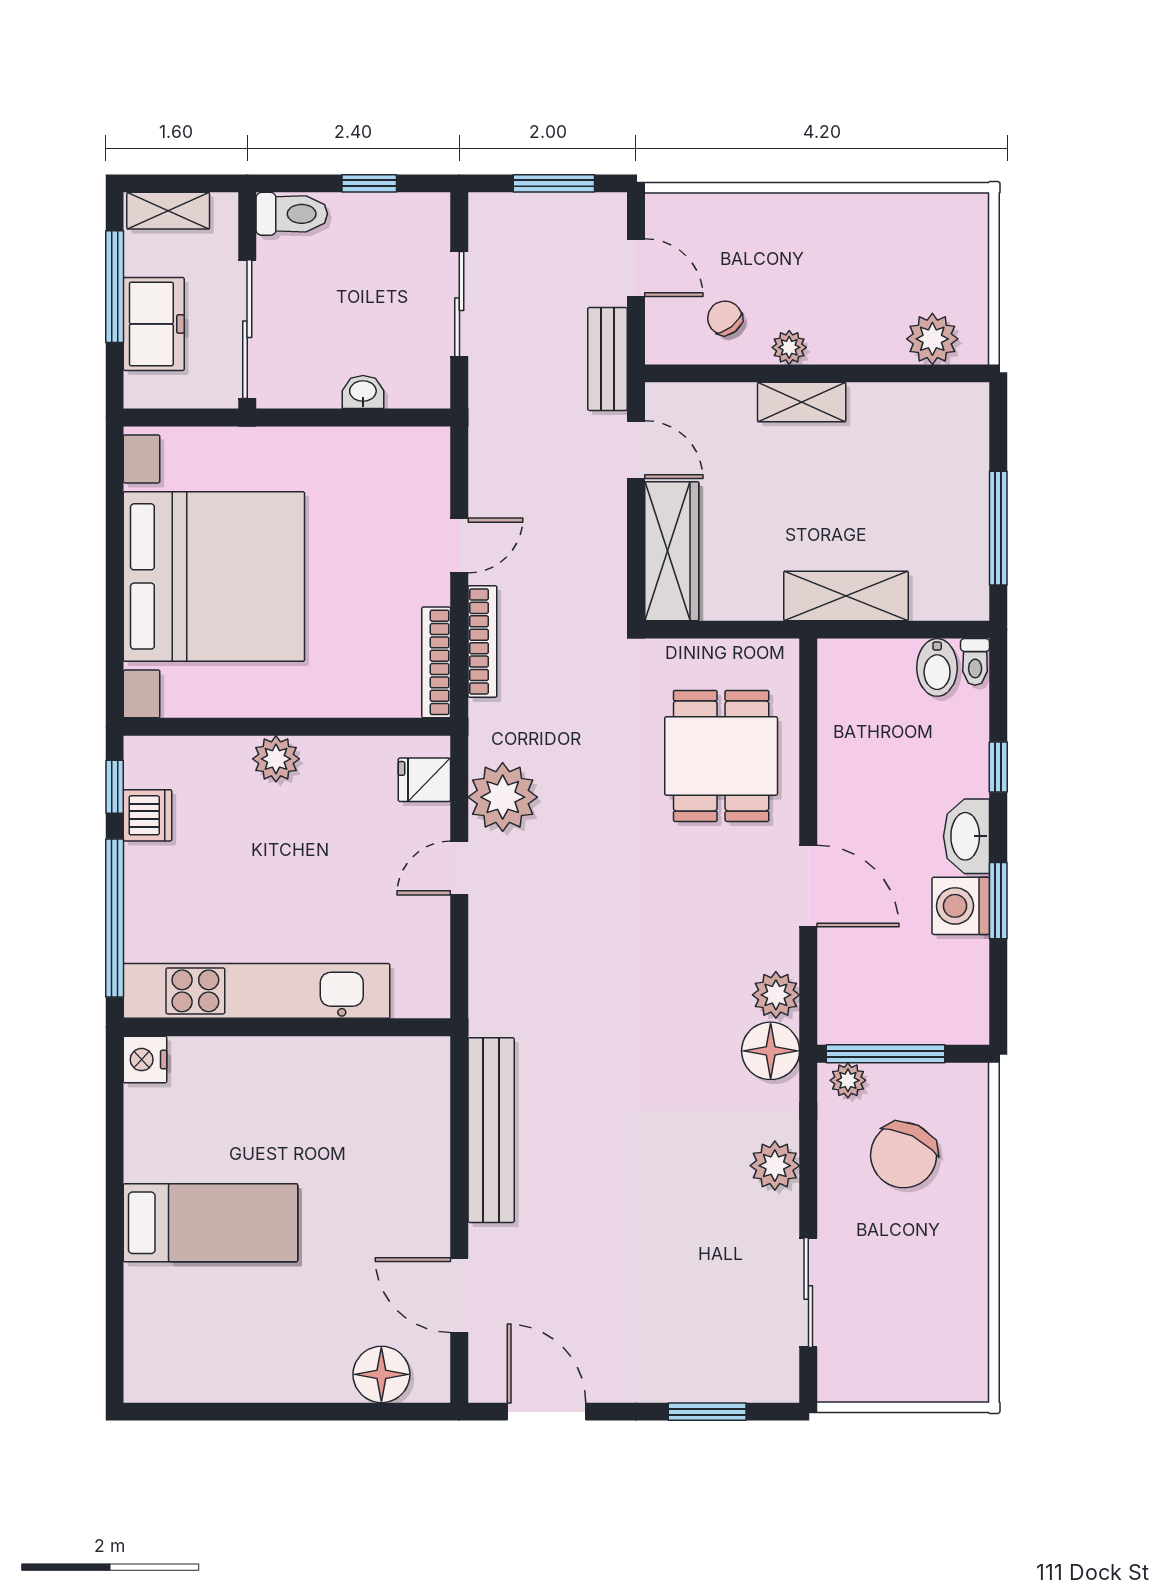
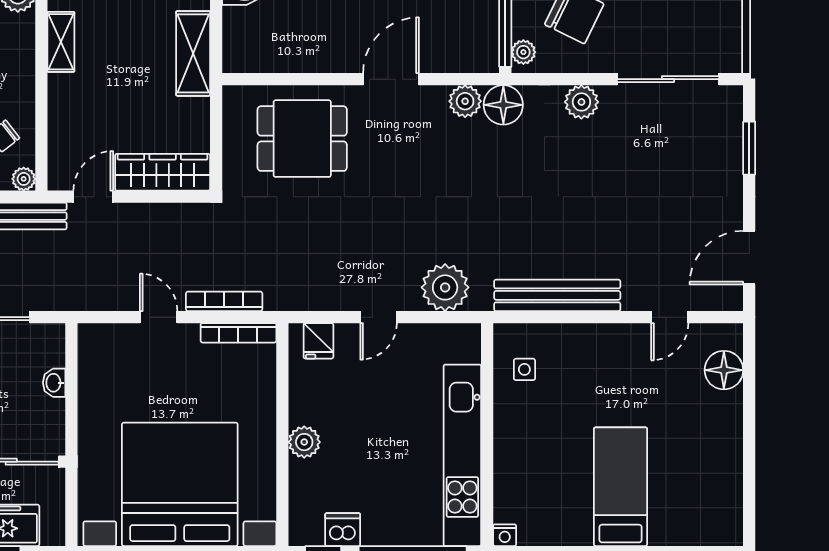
plant: (789, 347) -> (24, 179), moved
shelving: (802, 402) -> (61, 42), moved
plant: (503, 797) -> (445, 287), moved
door: (459, 868) -> (379, 317), hinge flipped
nightstand: (145, 1060) -> (505, 535), width x0.72, depth x0.74
side table: (383, 1082) -> (524, 369), added
sliding door: (808, 1292) -> (668, 79), width x1.37
door: (459, 1295) -> (670, 317), width x0.73

